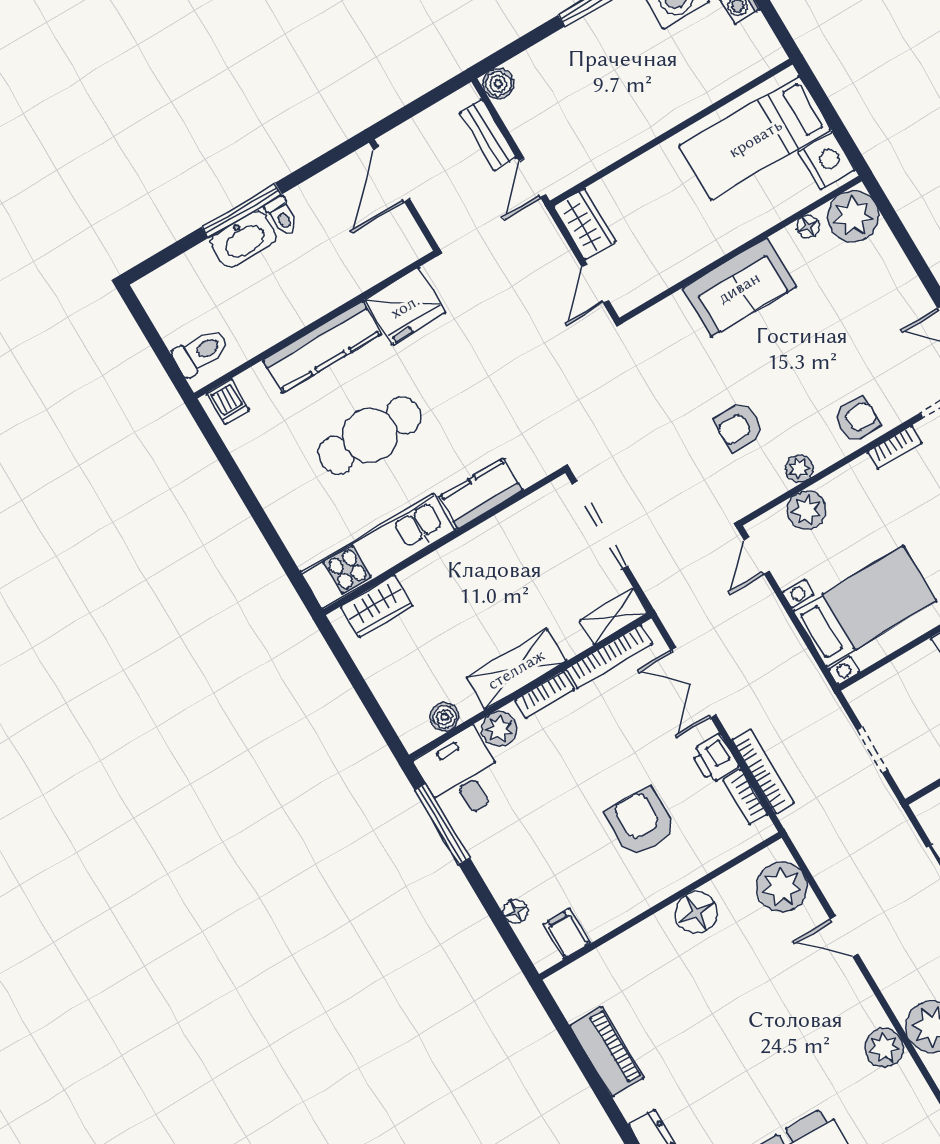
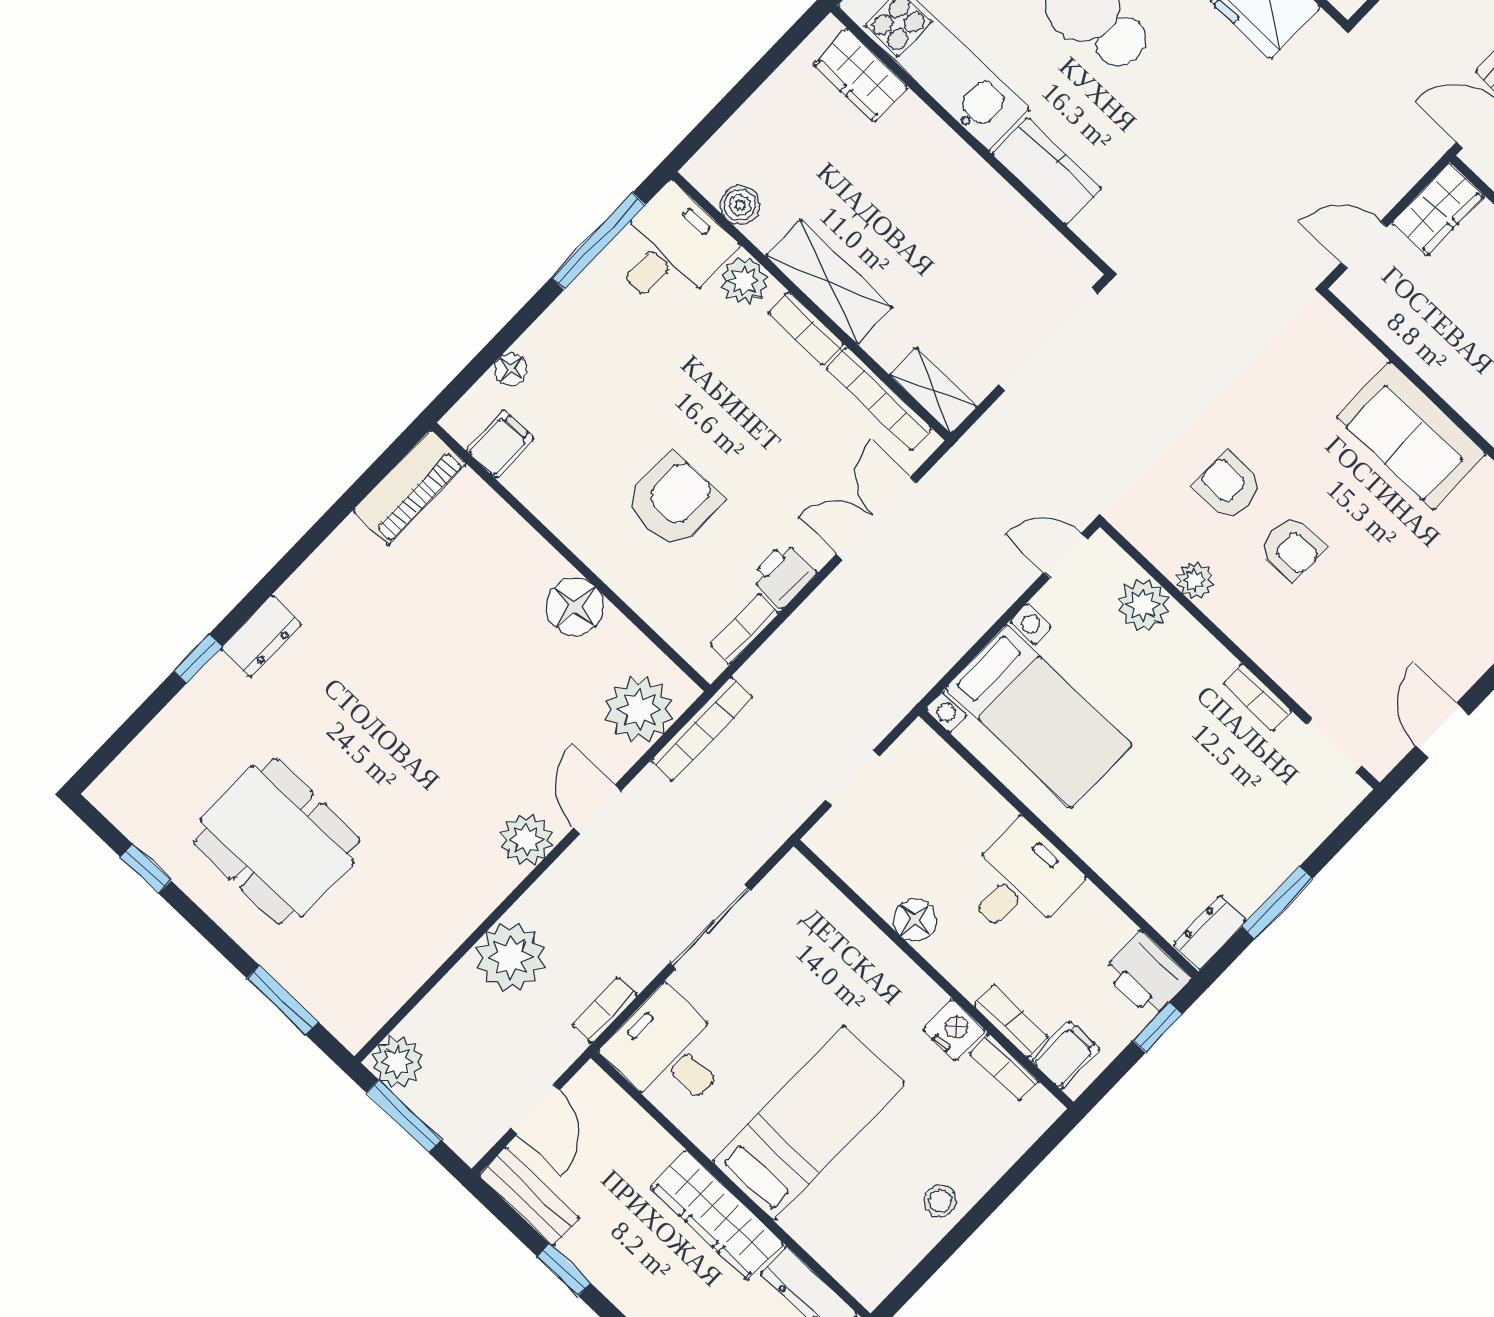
armchair: (856, 419) -> (1292, 548), moved
bookcase: (763, 771) -> (702, 729), moved
plant: (884, 1048) -> (526, 840), moved
piano: (607, 1052) -> (410, 487), moved

